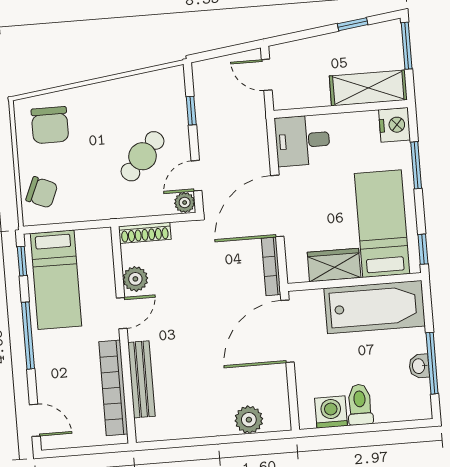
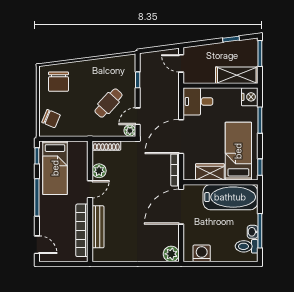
toilet: (360, 405) -> (247, 246), moved, turned -90
plant: (249, 420) -> (171, 254), moved

